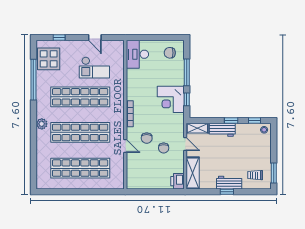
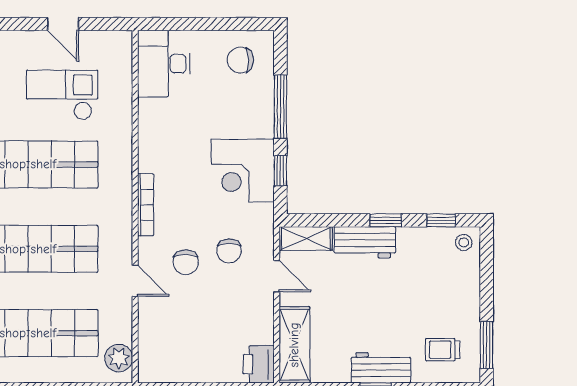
checkout: (94, 67) -> (62, 95), turned 180
chair: (164, 148) -> (229, 251), moved
plant: (118, 179) -> (119, 358), added

